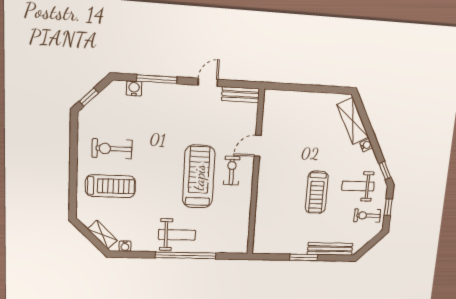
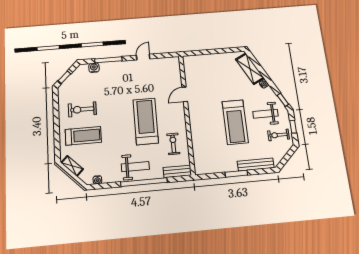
bench: (241, 95) -> (177, 171), moved
exercise bike: (232, 171) -> (173, 144), moved
treadmill: (317, 192) -> (235, 122), width x1.37, depth x1.38
shelving: (102, 235) -> (72, 166), moved

